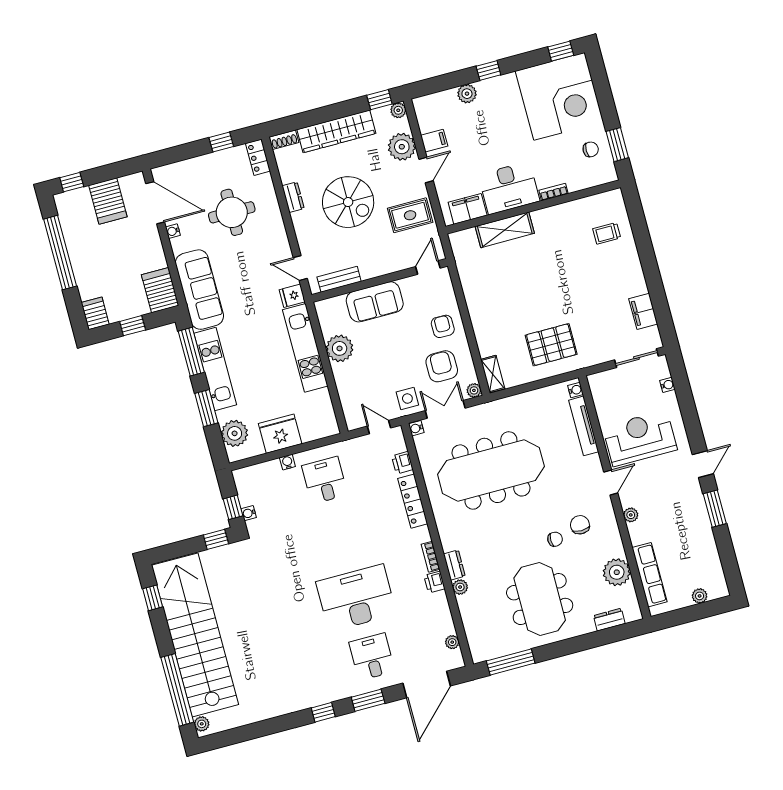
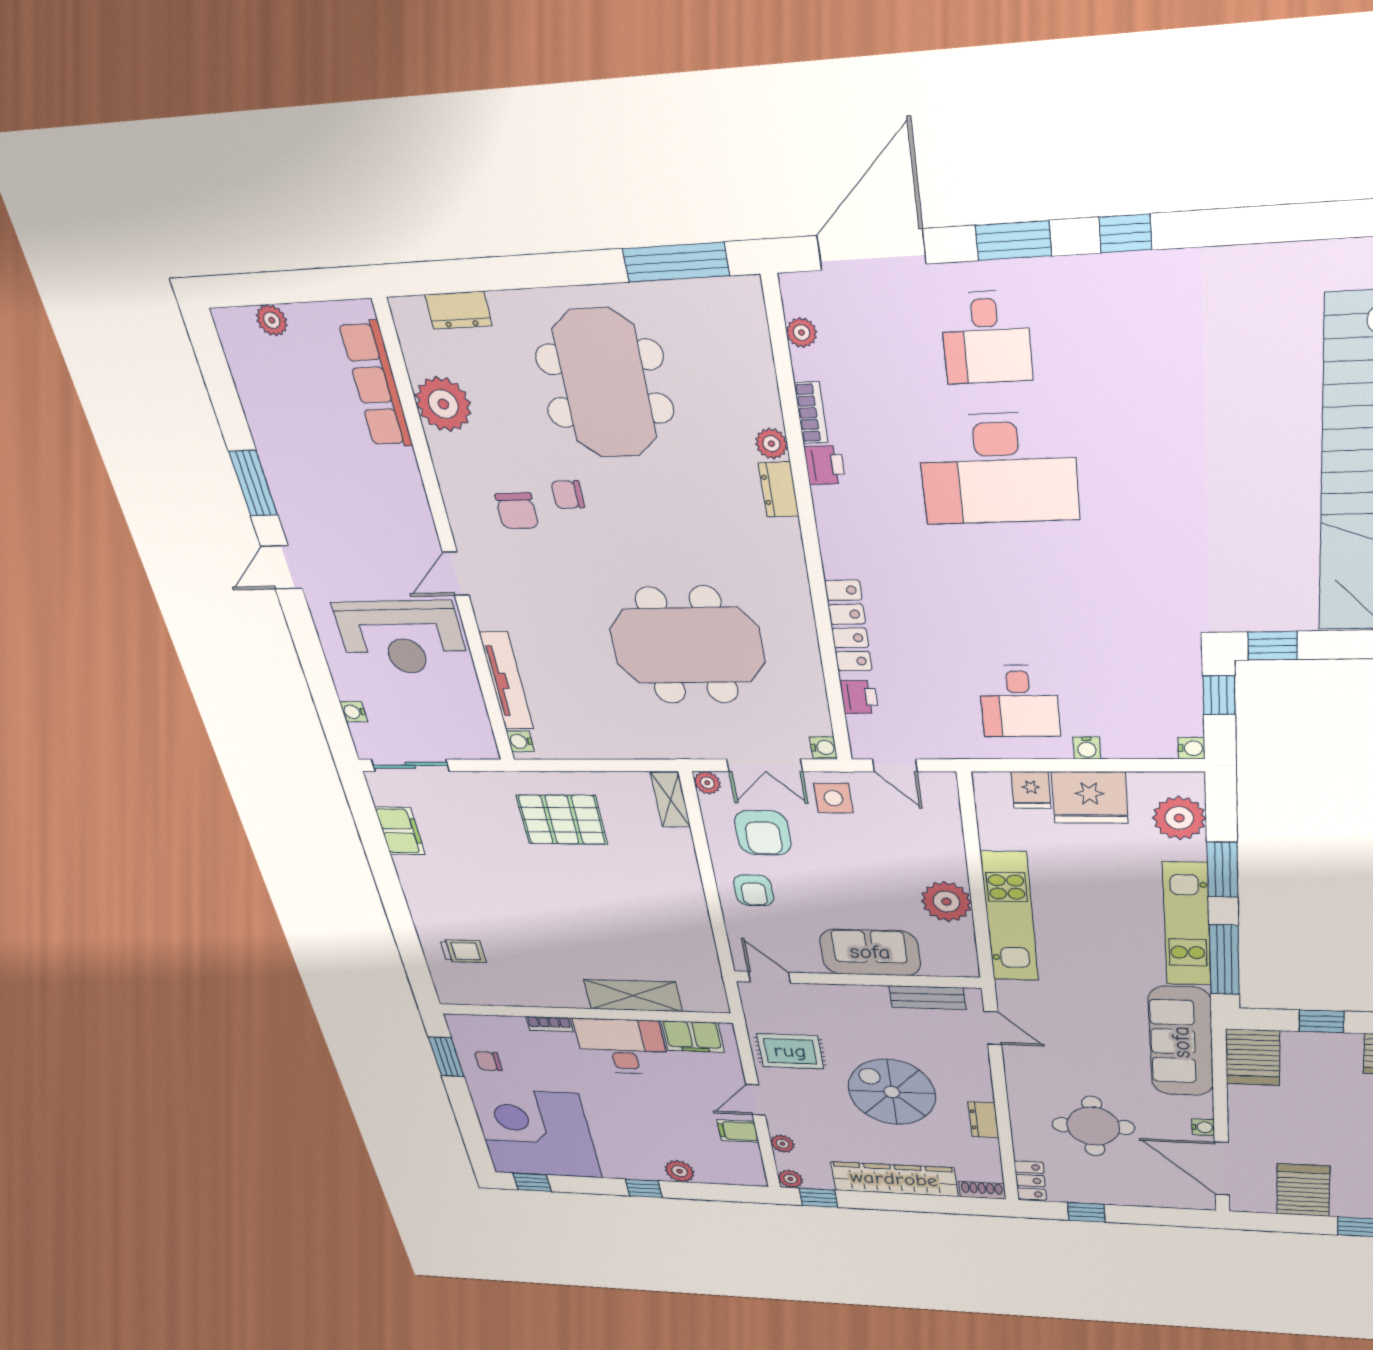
plant: (402, 147) -> (782, 1144), width x0.53, depth x0.53
door: (428, 267) -> (769, 977), swing flipped
fridge: (292, 296) -> (1031, 790), moved, turned 90
meeting table: (491, 470) -> (687, 646), width x0.73
water cooler: (249, 513) -> (1191, 748), moved
plant: (631, 515) -> (416, 507), removed
bookcase: (430, 557) -> (811, 413), moved

